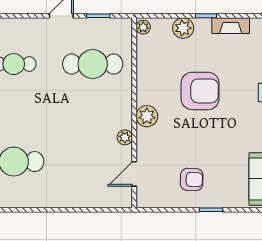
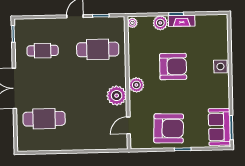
fireplace: (231, 26) -> (182, 21), moved
plant: (125, 137) -> (117, 96), width x1.87, depth x1.87
armchair: (192, 179) -> (169, 128), width x1.88, depth x1.88

